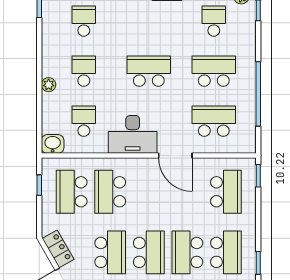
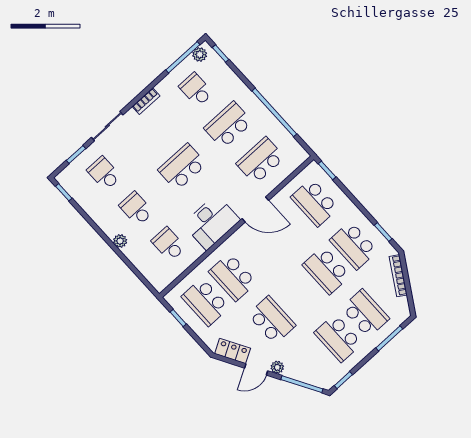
washbasin: (53, 144) -> (161, 280), removed
school desk: (226, 192) -> (315, 203), turned 180
school desk: (149, 252) -> (299, 295), removed
school desk: (226, 252) -> (354, 245), turned 180

